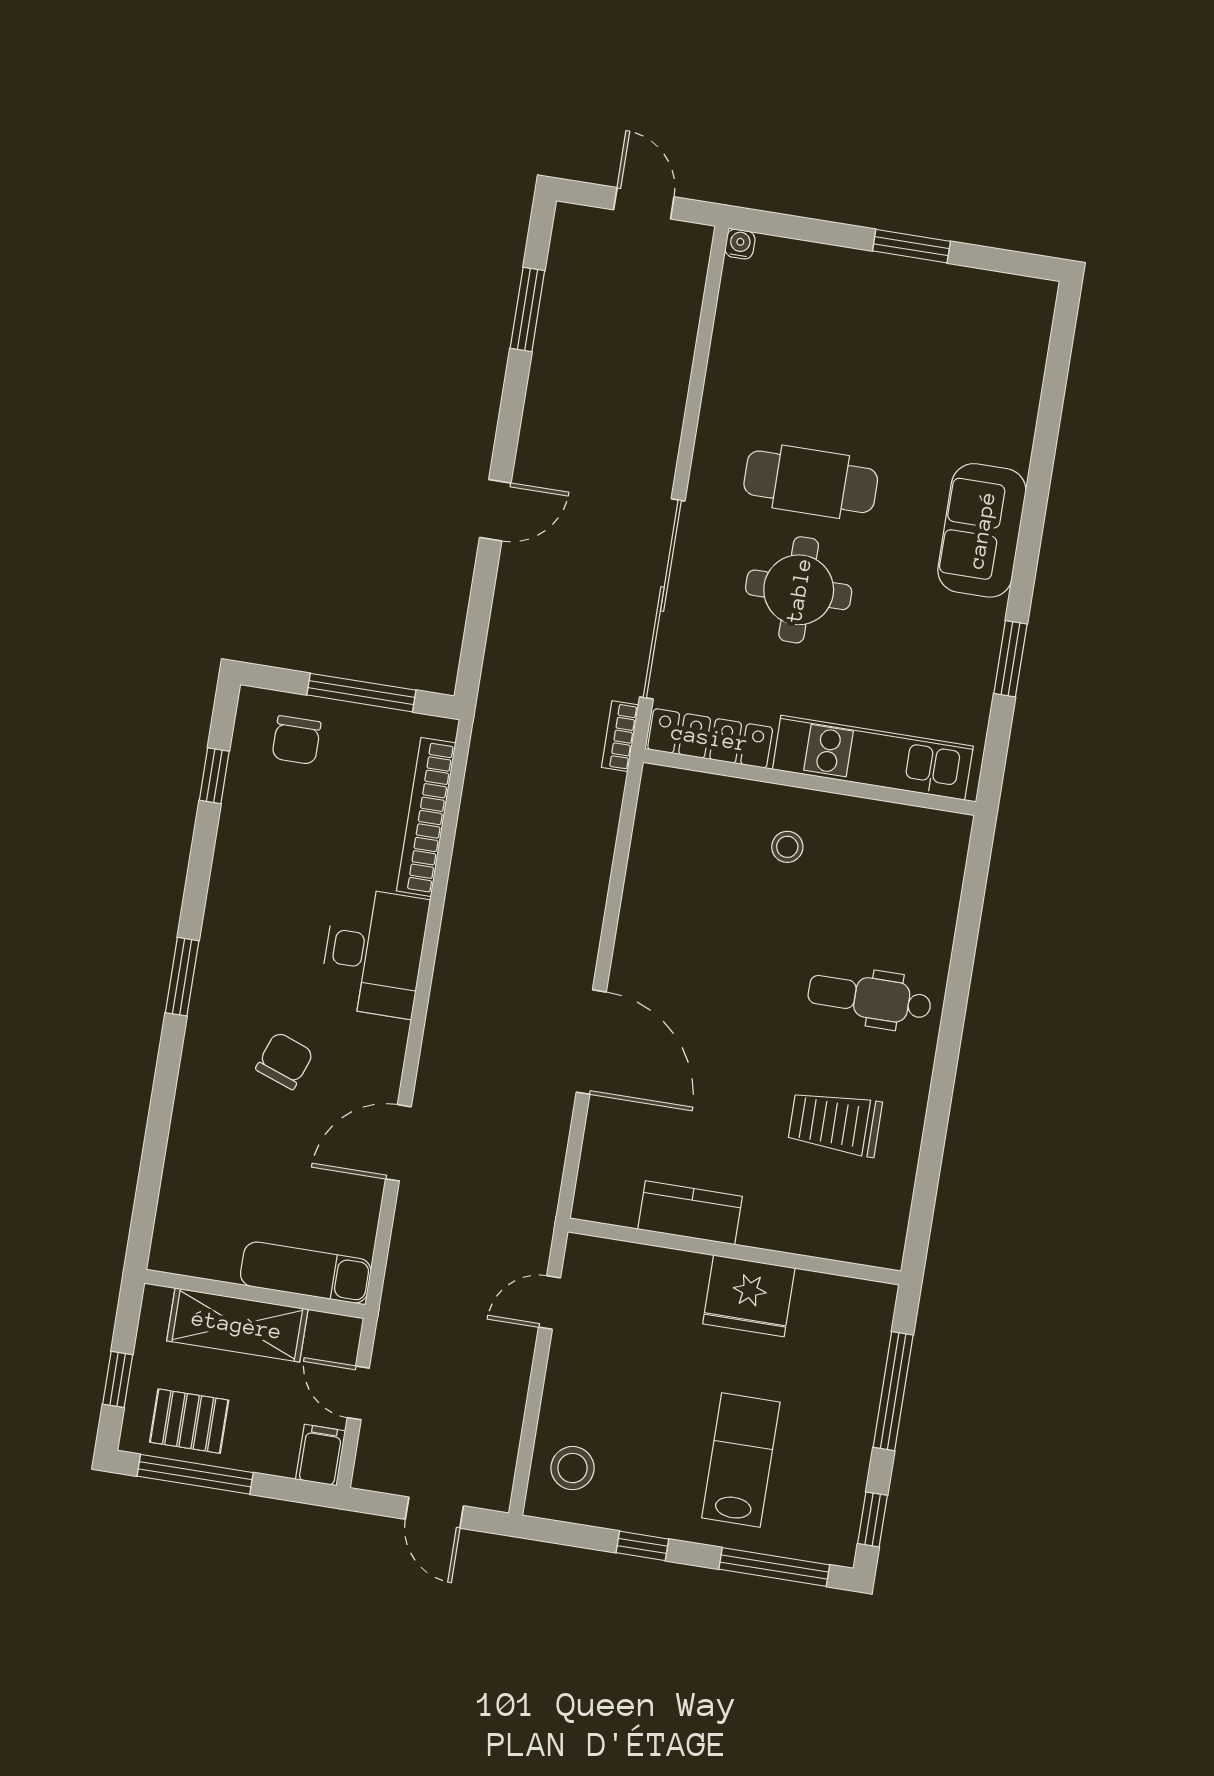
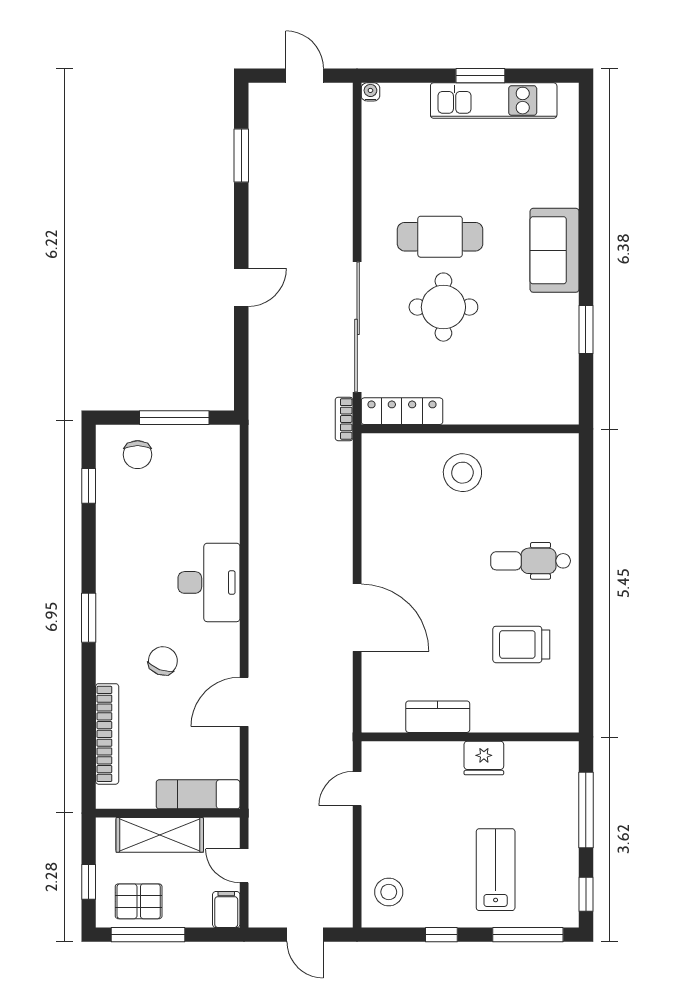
kitchen unit: (873, 758) -> (494, 101), moved, turned 180
bookcase: (426, 817) -> (107, 734), moved, turned 180
stool: (787, 847) -> (462, 473), width x1.89, depth x1.89
fridge: (749, 1296) -> (484, 758), width x0.73, depth x0.75

